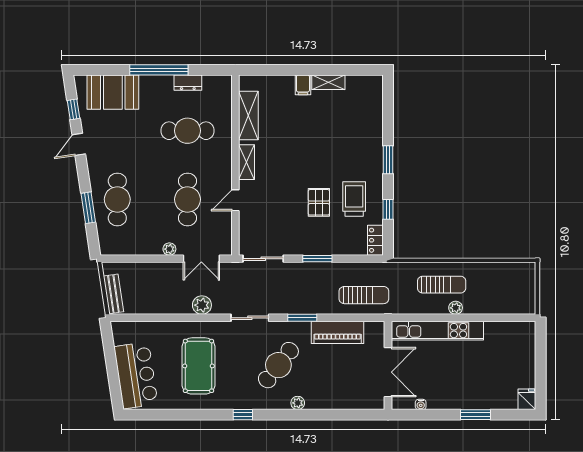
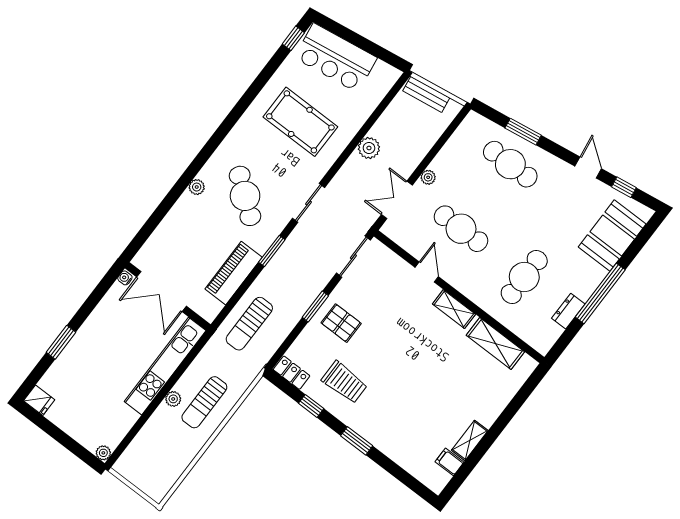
filing cabinet: (303, 85) -> (449, 462), moved
pallet: (319, 202) -> (341, 323), moved
plant: (202, 305) -> (369, 148), moved
plant: (529, 327) -> (103, 453), added
water cooler: (421, 404) -> (125, 278), moved
window: (243, 415) -> (293, 38), moved

